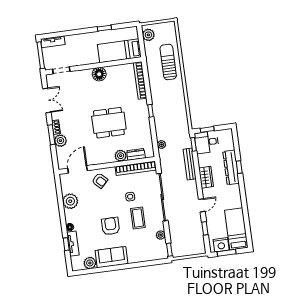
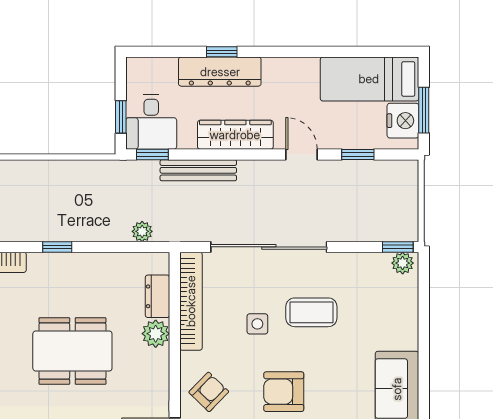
dining table: (109, 123) -> (72, 351), turned 90
wardrobe: (206, 177) -> (235, 135), width x1.50
armchair: (111, 226) -> (284, 392), moved
plant: (161, 235) -> (403, 263), moved

